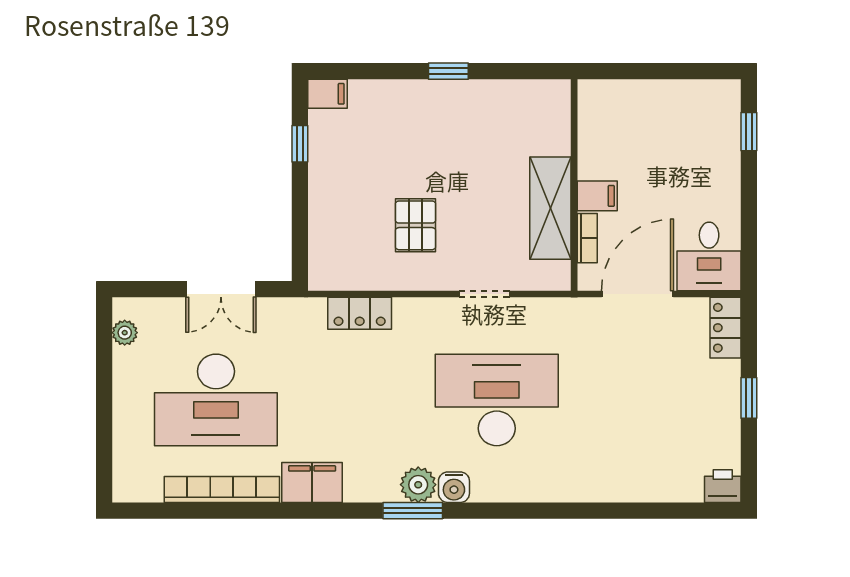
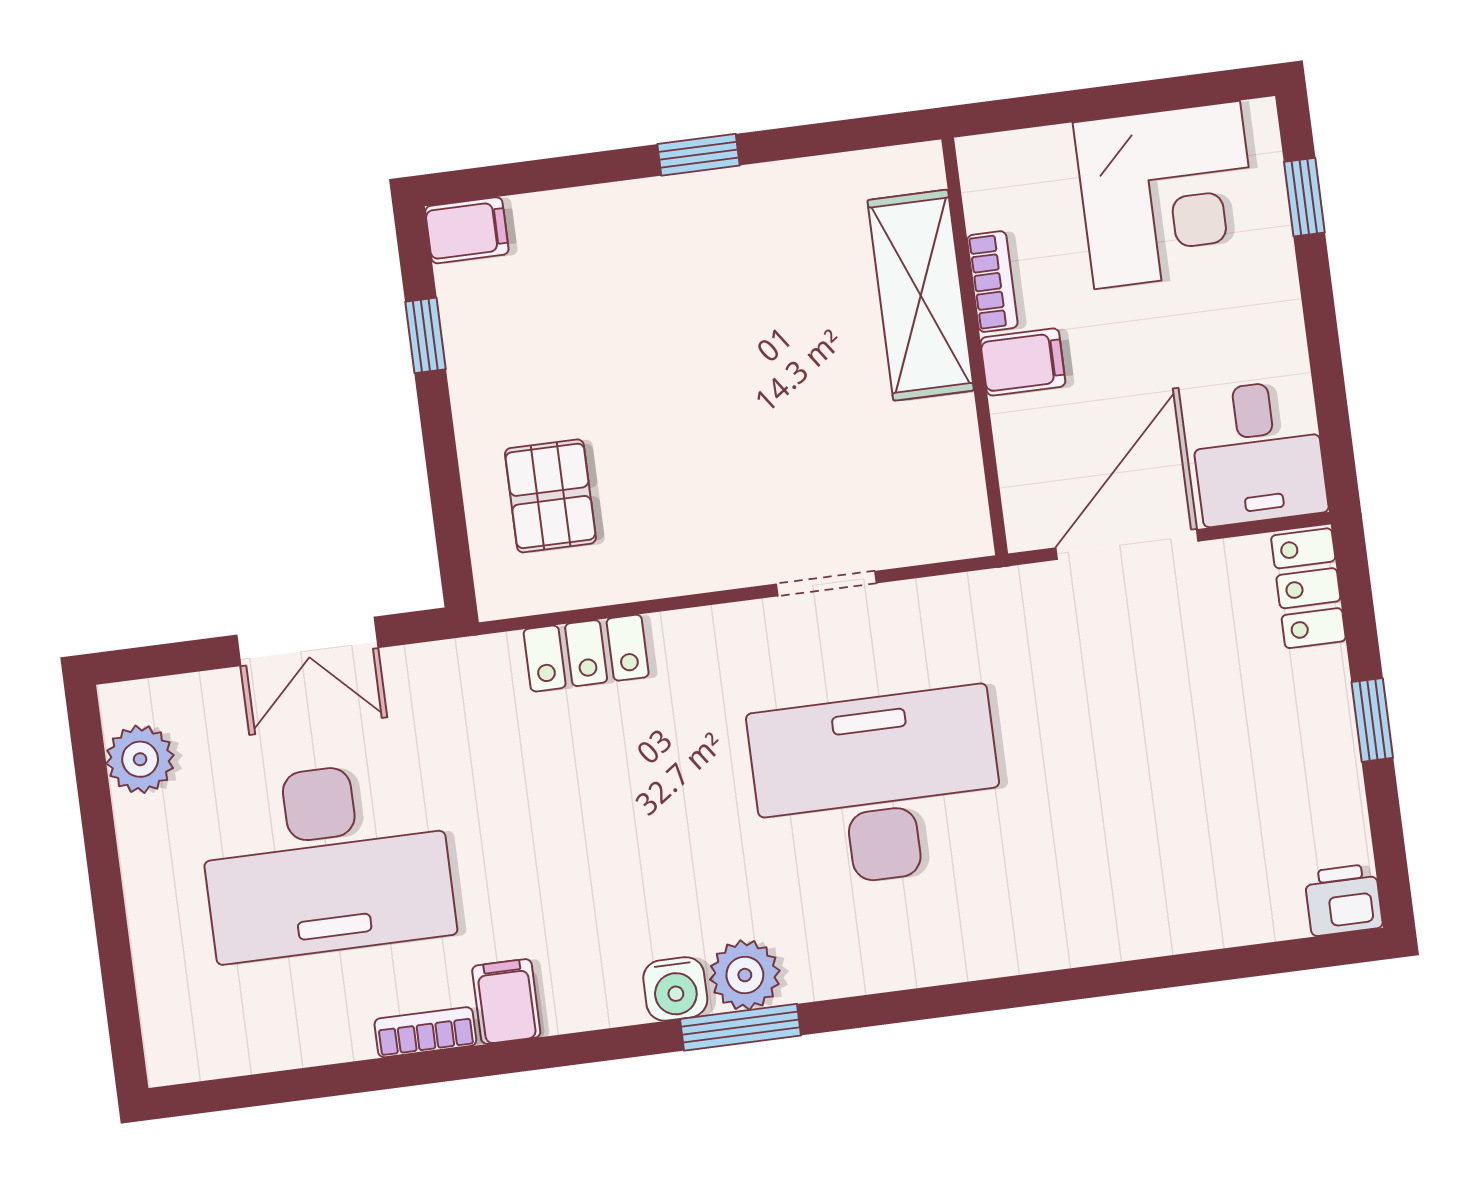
corner desk: (680, 122) -> (1167, 195), added
shelving: (550, 208) -> (921, 295), moved
pallet: (415, 225) -> (550, 496), moved
bookcase: (587, 238) -> (992, 282), moved
plant: (125, 333) -> (140, 759), width x1.38, depth x1.38
filing cabinet: (312, 482) -> (506, 1001), width x0.50
water cooler: (454, 487) -> (675, 989), moved
bookcase: (222, 489) -> (425, 1032), width x0.43, depth x0.76

